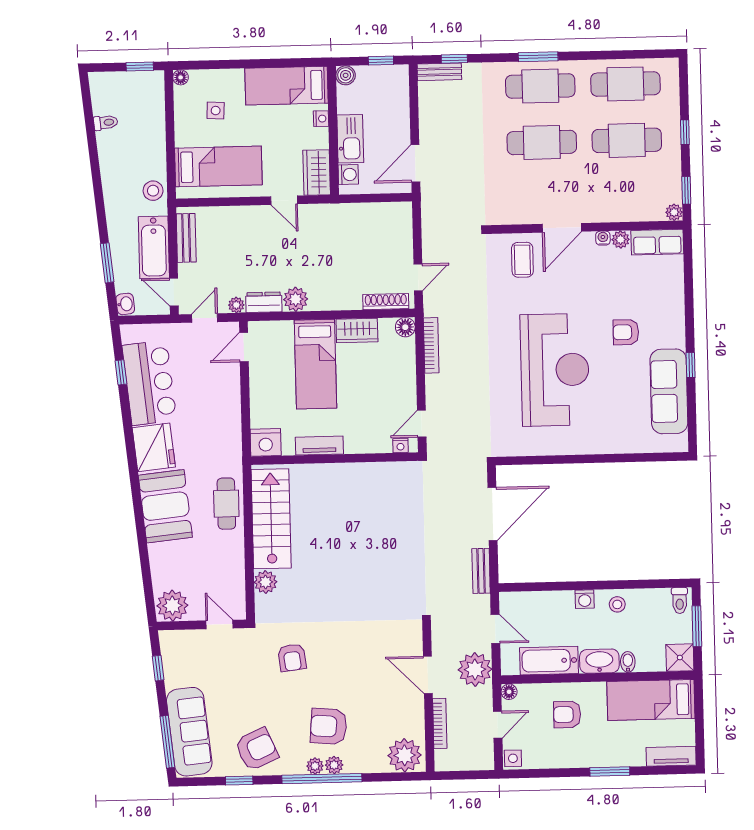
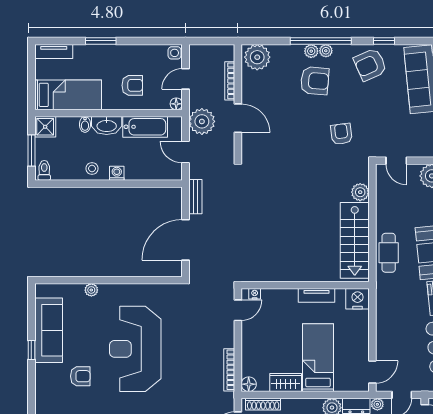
plant: (614, 445) -> (91, 290), added

